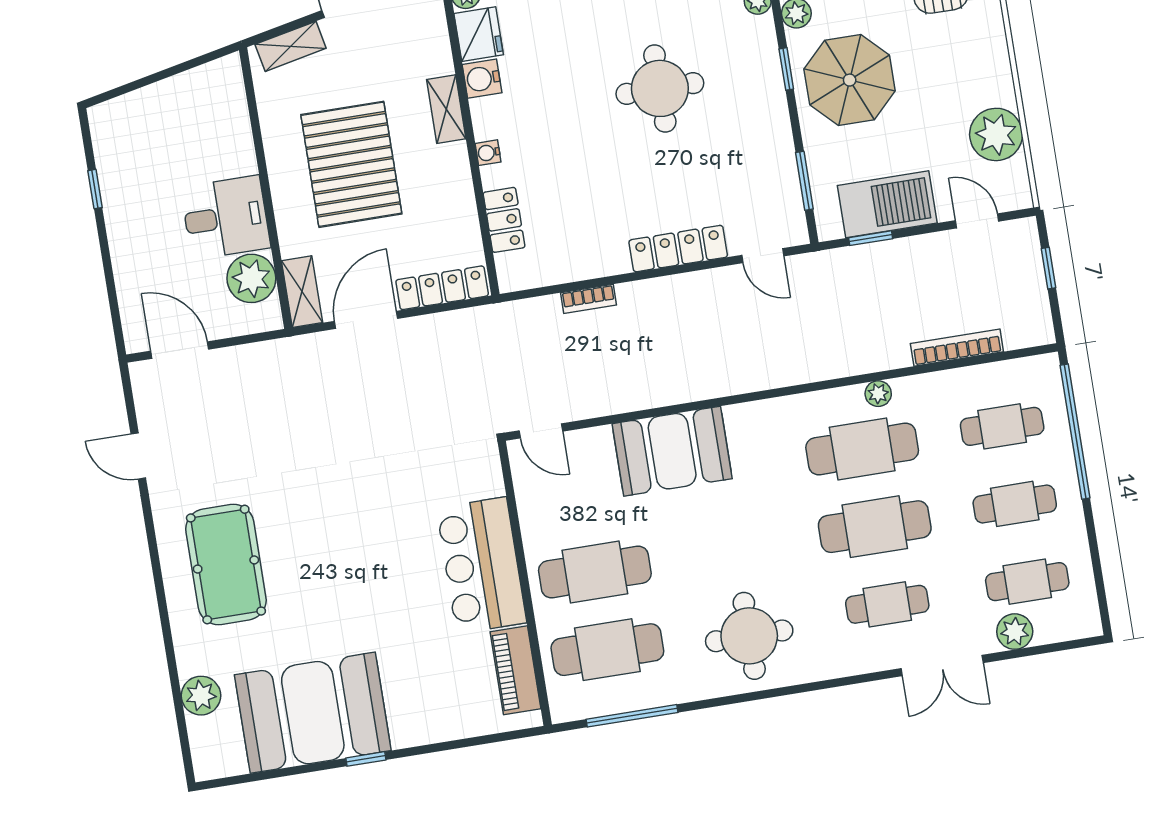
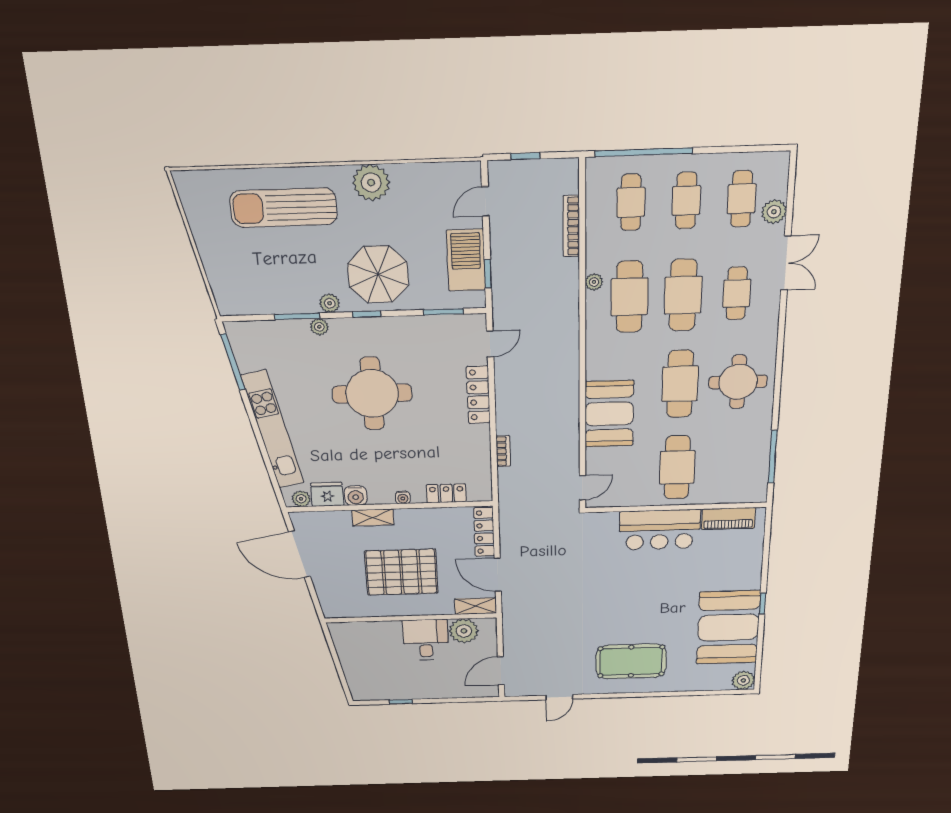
shelving: (291, 46) -> (326, 596), removed
round table: (660, 88) -> (372, 394), width x1.36, depth x1.36
plant: (996, 134) -> (371, 183), moved
cafe table: (607, 650) -> (680, 384), moved
plant: (201, 696) -> (743, 680), moved

